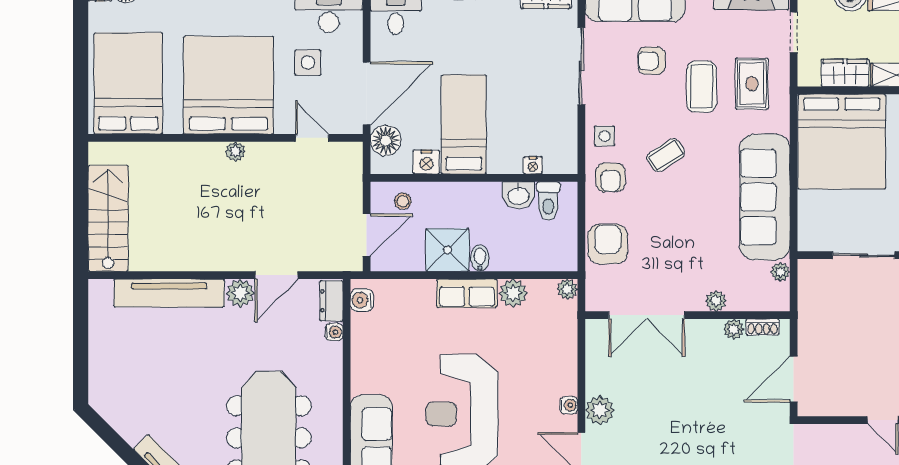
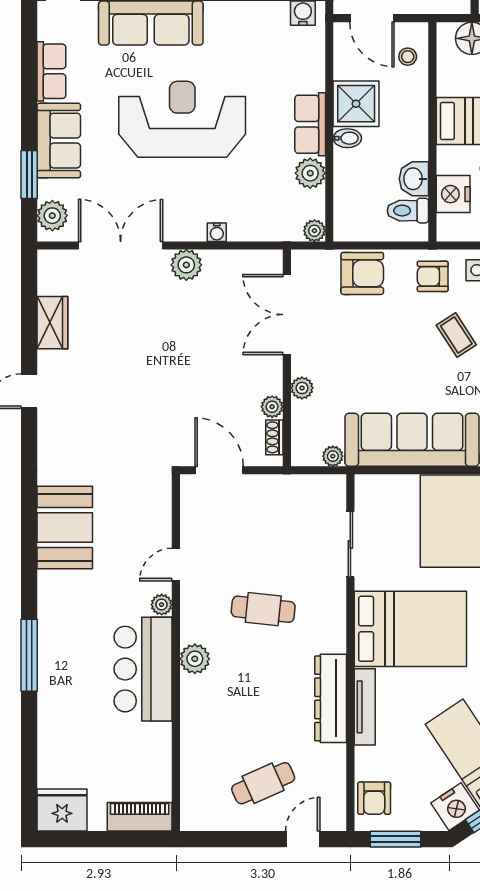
nightstand: (426, 162) -> (449, 81), removed
nightstand: (533, 165) -> (453, 194), width x1.89, depth x1.79
water cooler: (569, 405) -> (217, 232), moved

